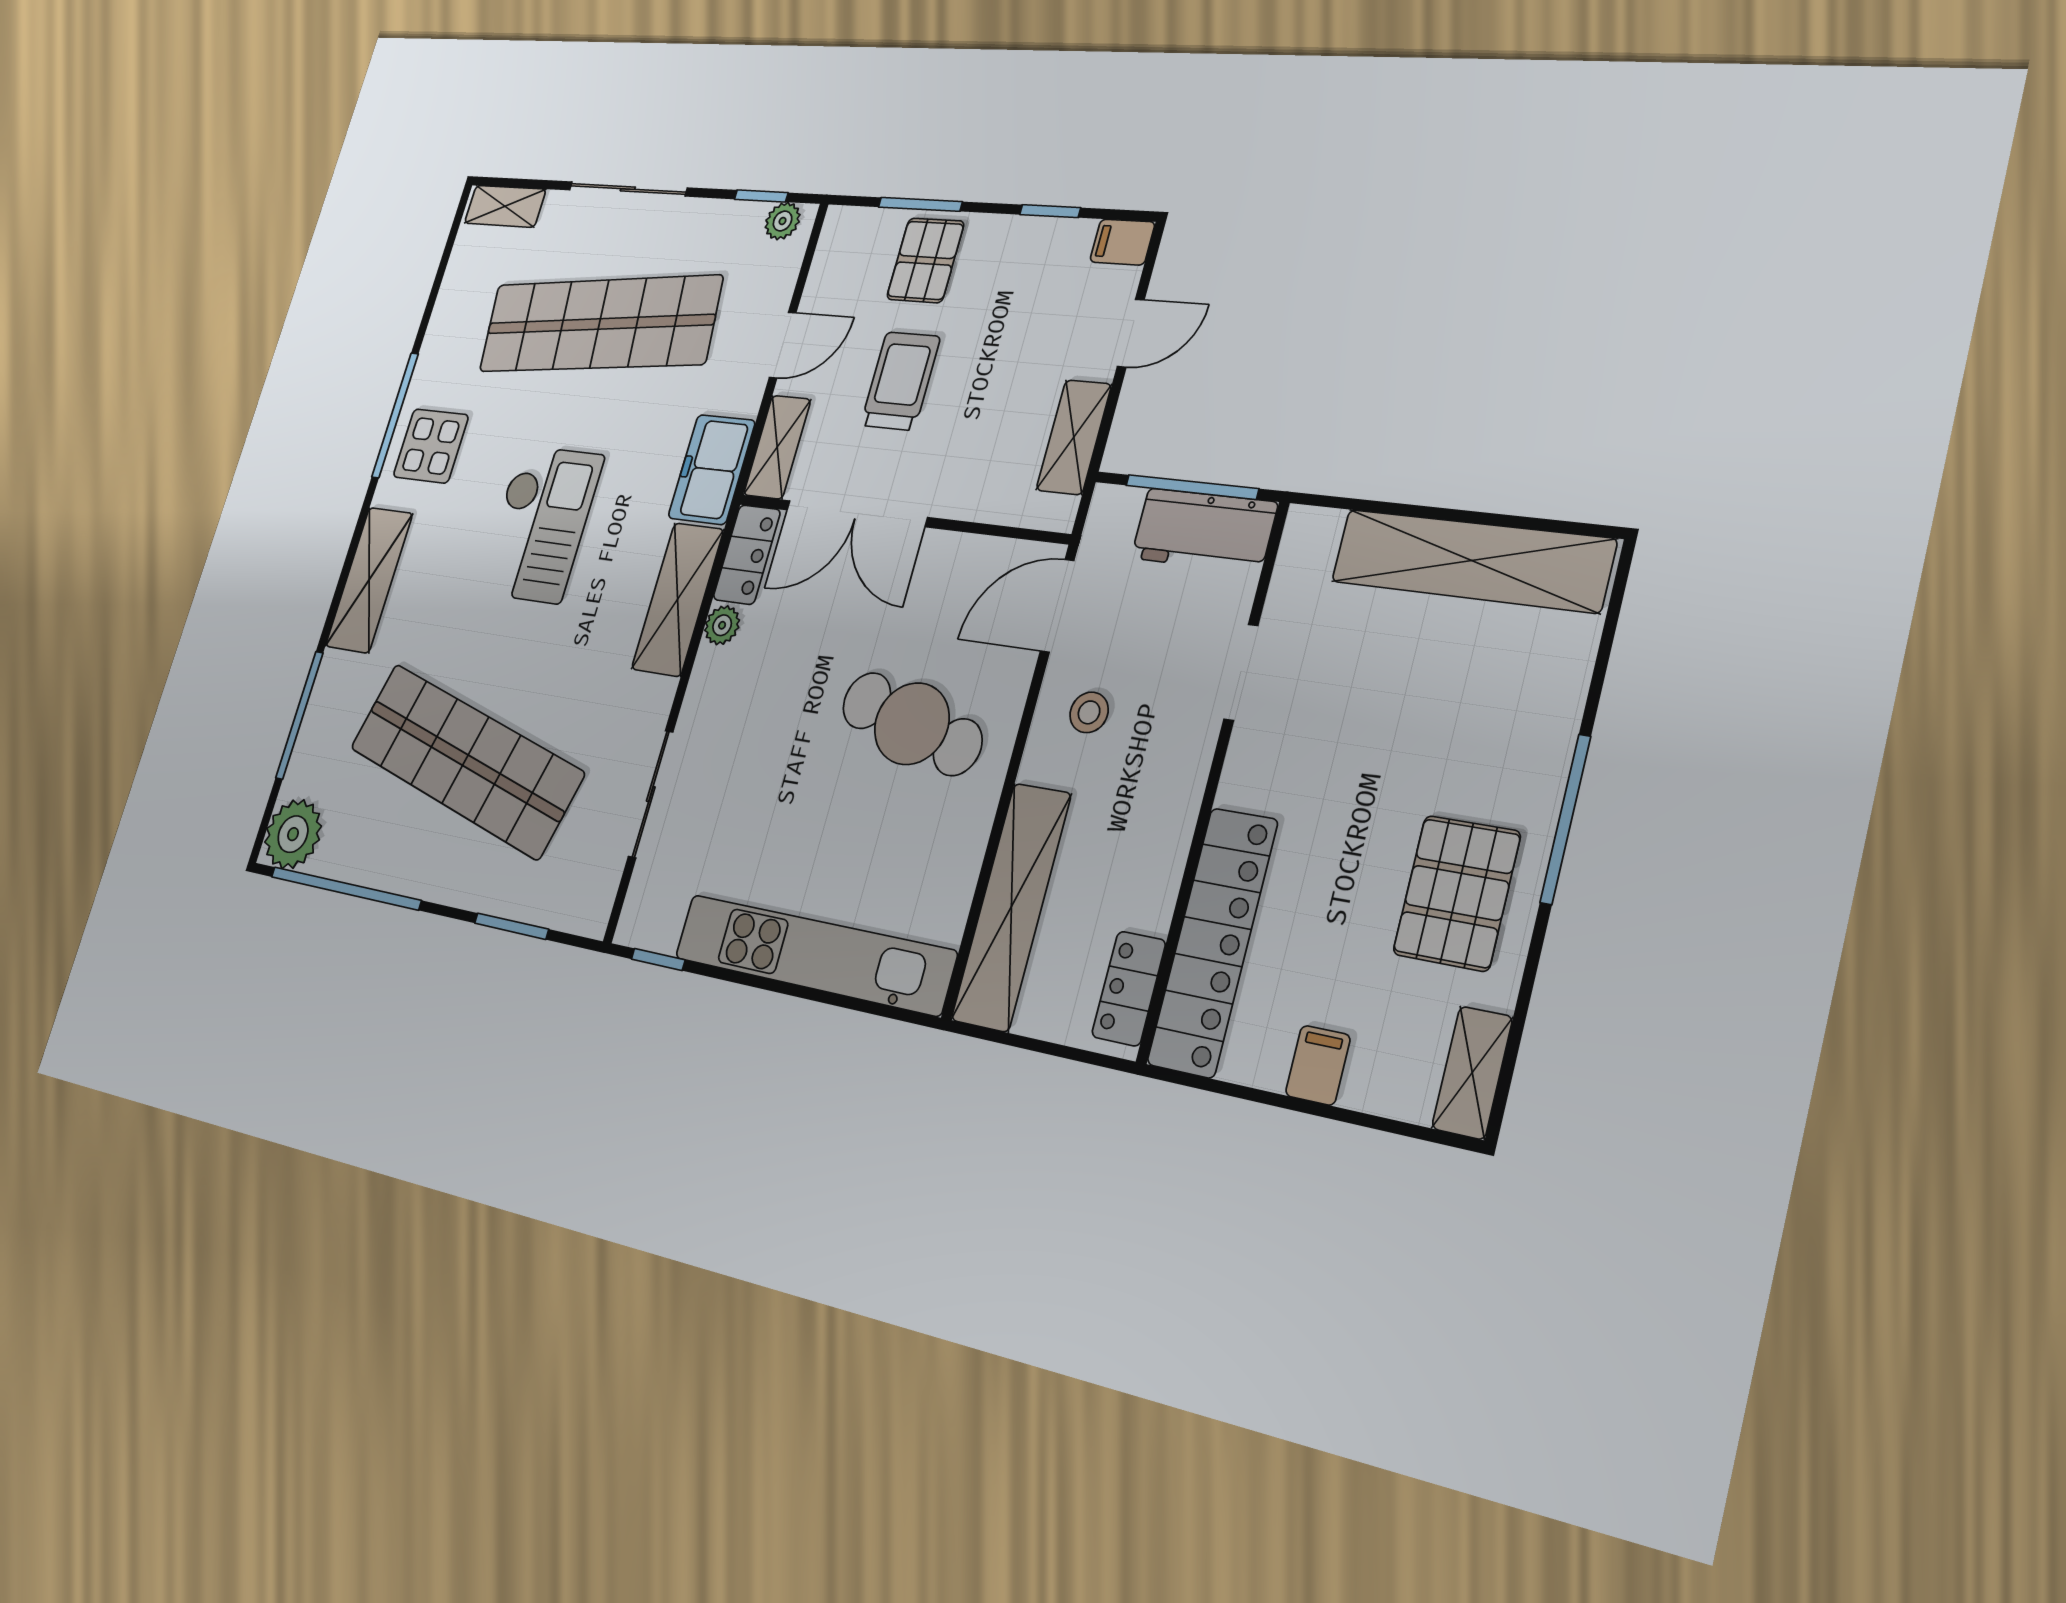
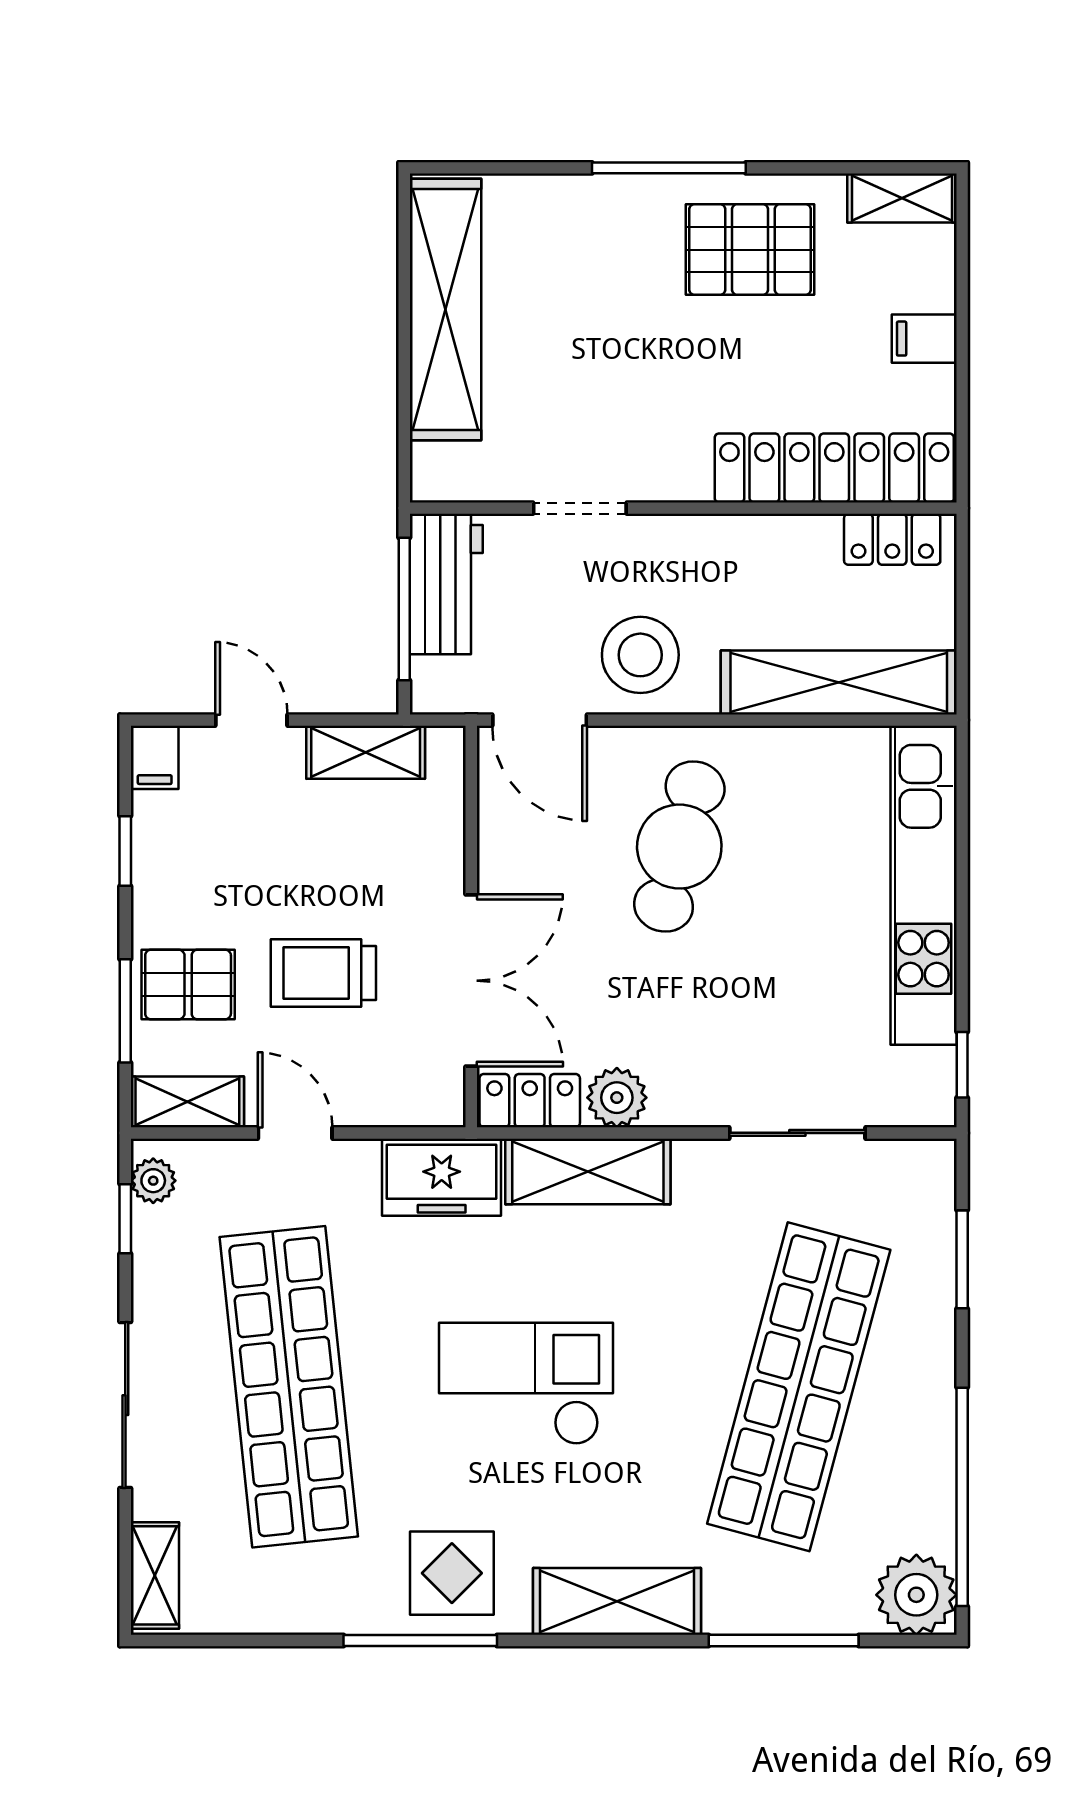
shelving: (777, 447) -> (187, 1102), moved
plant: (722, 625) -> (617, 1098), width x1.38, depth x1.38
stool: (1089, 712) -> (640, 655), width x1.89, depth x1.89

